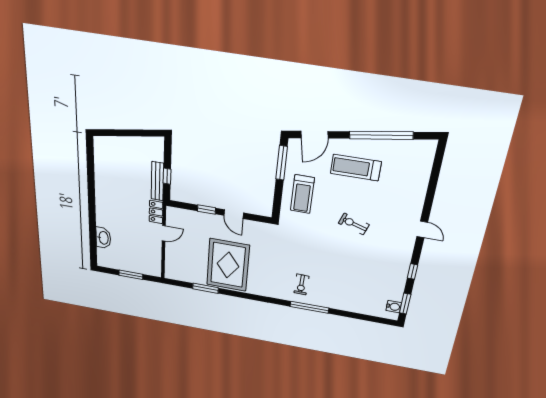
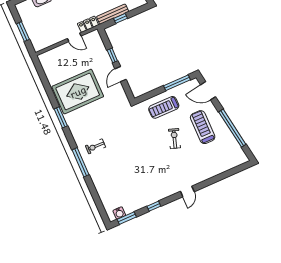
exercise bike: (354, 224) -> (174, 139), moved
window: (206, 288) -> (61, 117), moved

